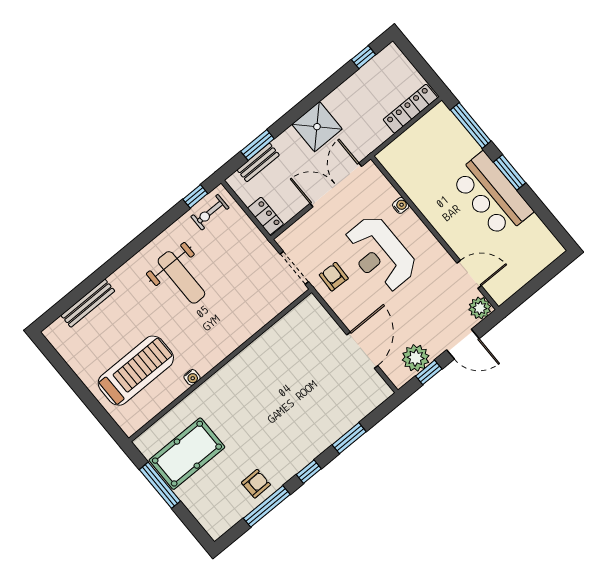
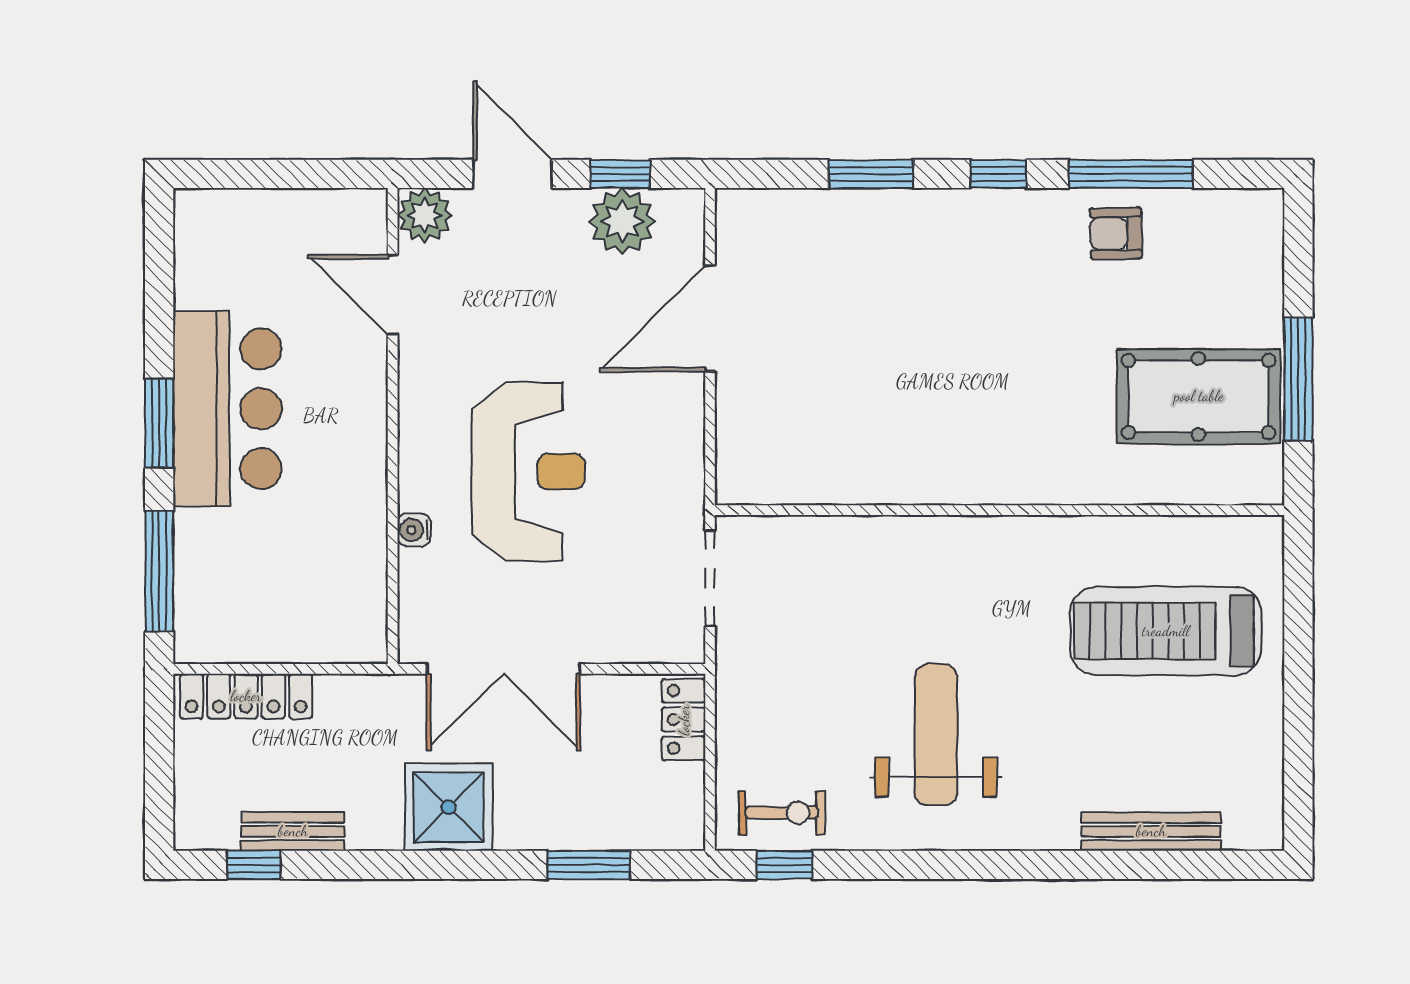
bench: (258, 162) -> (293, 831), moved
armchair: (334, 277) -> (650, 500), removed
water cooler: (192, 377) -> (1071, 531), removed

